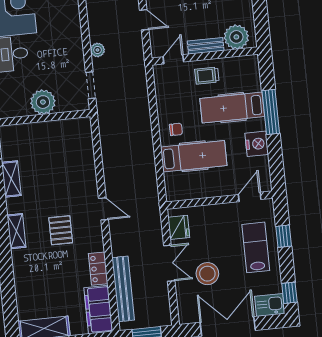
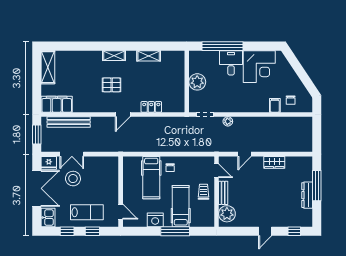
fridge: (179, 227) -> (49, 163), moved
double door: (169, 263) -> (72, 154), moved
locker: (98, 269) -> (151, 107), moved
window: (289, 293) -> (67, 231), moved

